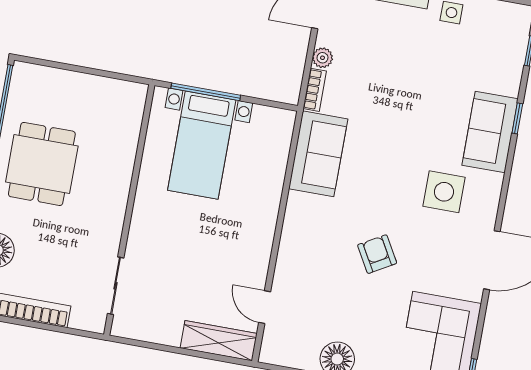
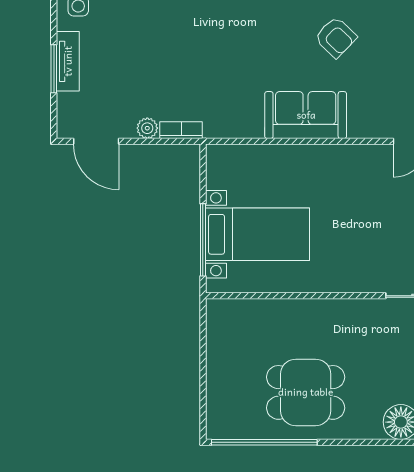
sofa: (318, 154) -> (306, 115), moved
armchair: (377, 254) -> (336, 37), turned -106

